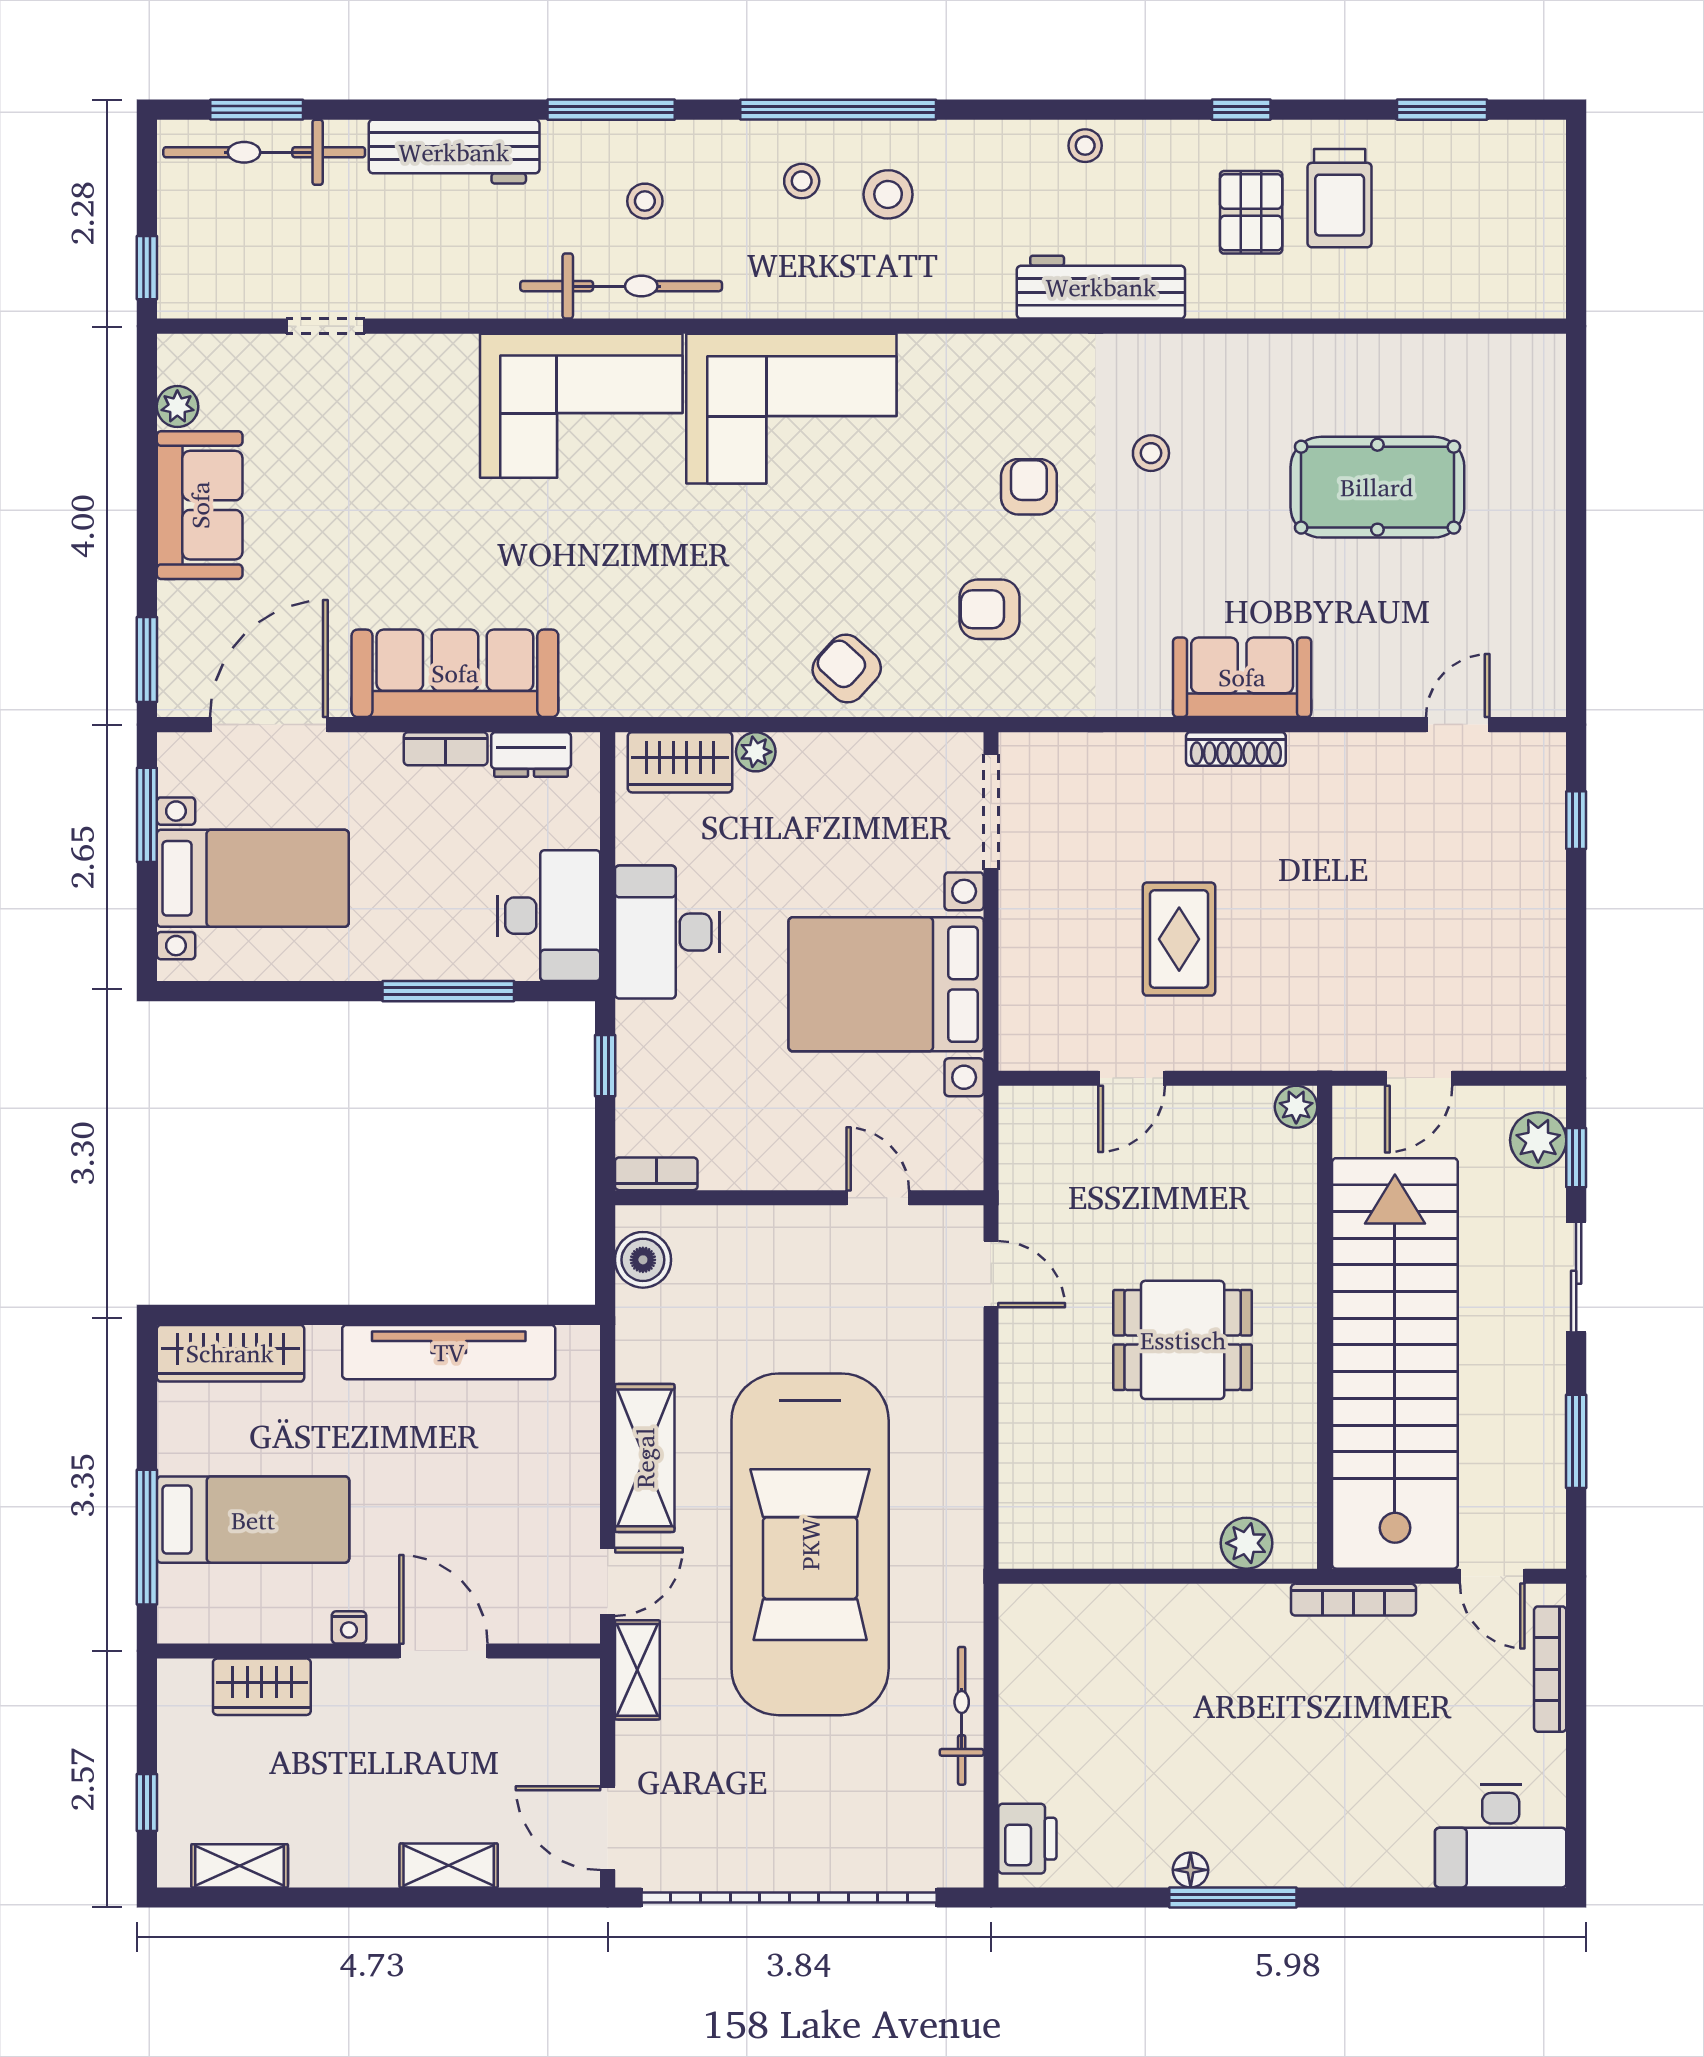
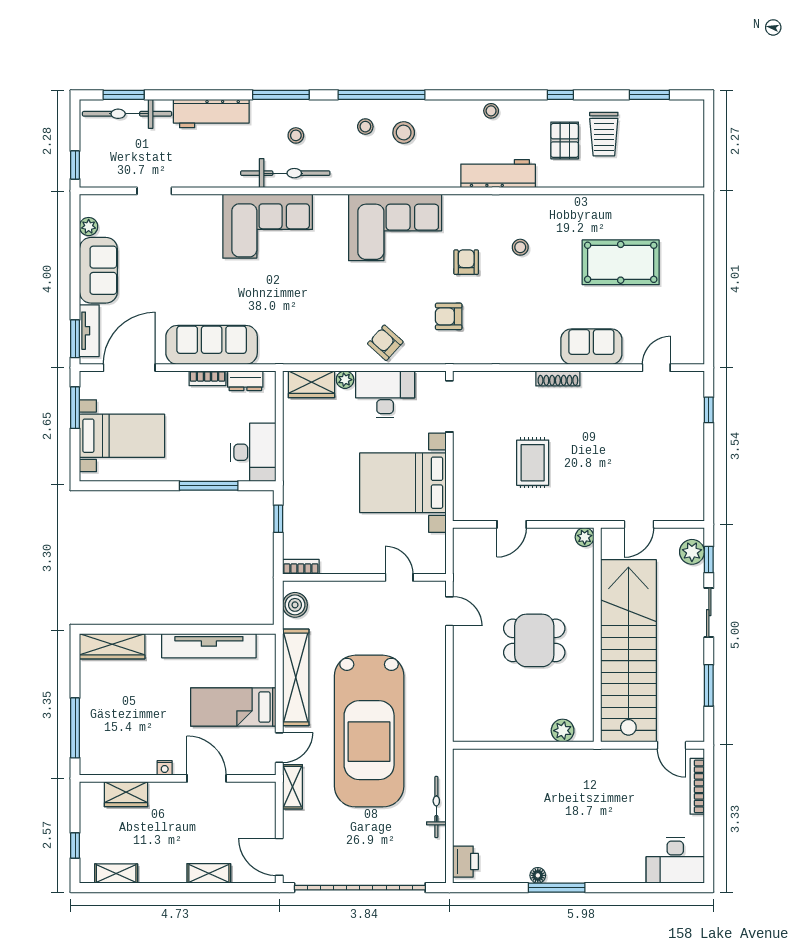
corner sofa: (791, 409) -> (395, 227), moved
tv unit: (179, 641) -> (89, 331), added
sofa: (1242, 677) -> (591, 347), moved
desk: (667, 932) -> (385, 394), moved, turned 90
shelving: (645, 1458) -> (296, 677), width x1.47
bed: (253, 1520) -> (233, 707), moved, turned 180
bookcase: (1353, 1600) -> (610, 756), removed

